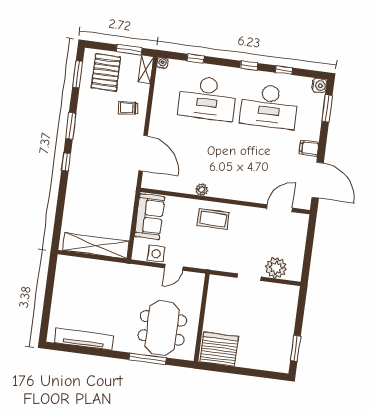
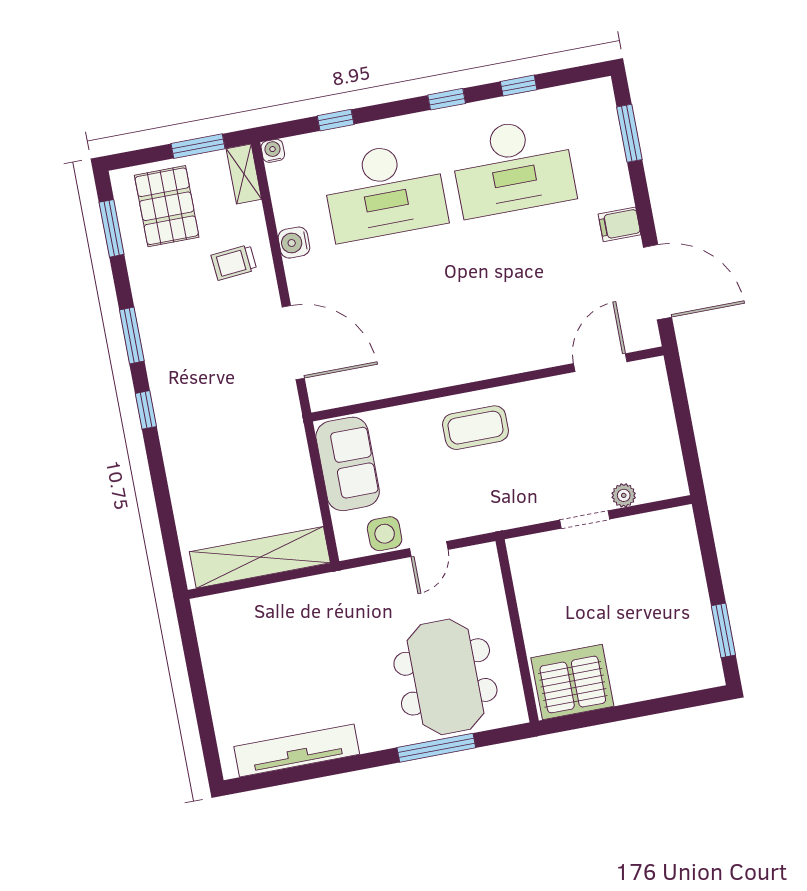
water cooler: (319, 86) -> (294, 243), moved, turned 180
plant: (202, 190) -> (434, 377), removed
plant: (276, 268) -> (624, 495), width x0.53, depth x0.53

